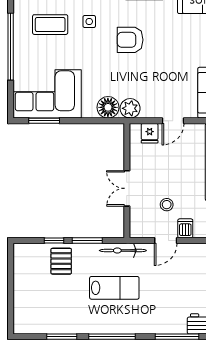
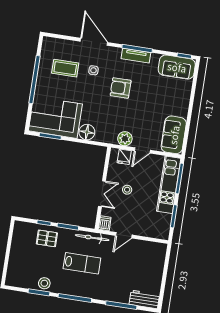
floor lamp: (108, 107) -> (87, 132), moved
plant: (130, 108) -> (125, 139), moved
double door: (127, 188) -> (102, 194), swing flipped
stool: (167, 205) -> (127, 190), moved
dishwasher: (185, 228) -> (105, 223), moved
pallet: (61, 261) -> (47, 238), turned 90
stool: (67, 323) -> (44, 283), added

